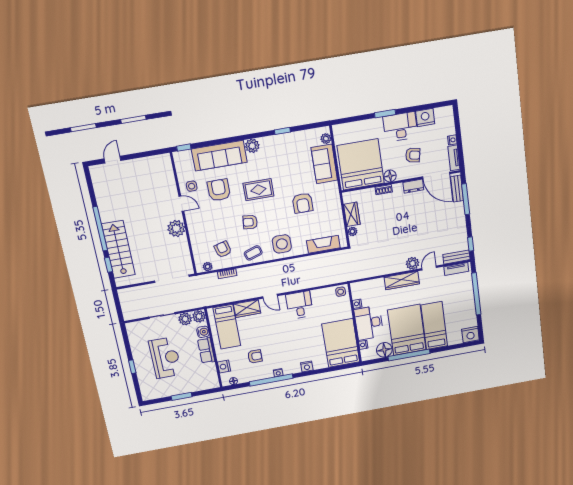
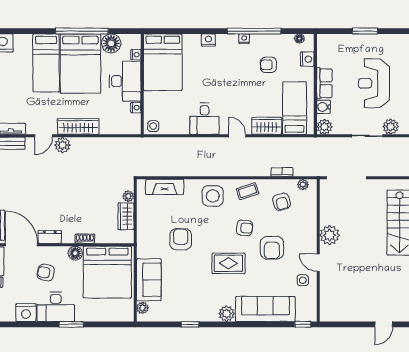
armchair: (219, 190) -> (272, 248), moved
plant: (185, 319) -> (391, 127), moved

